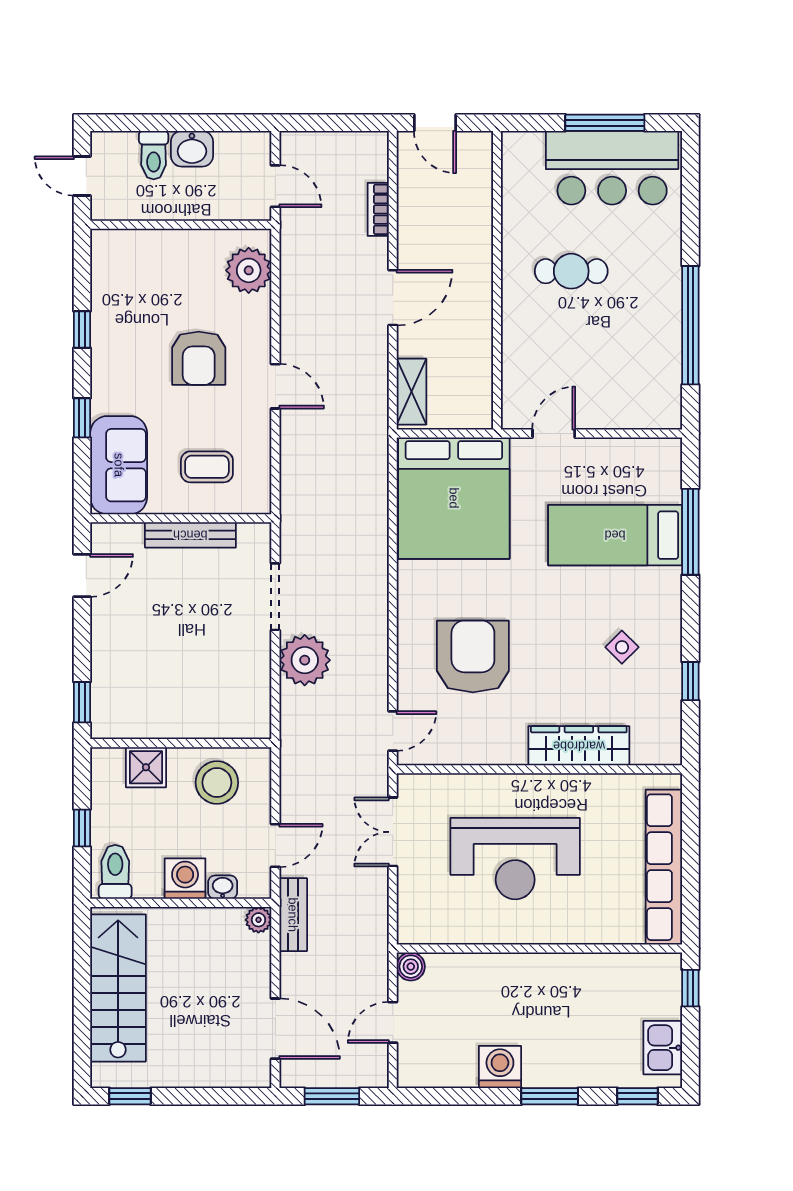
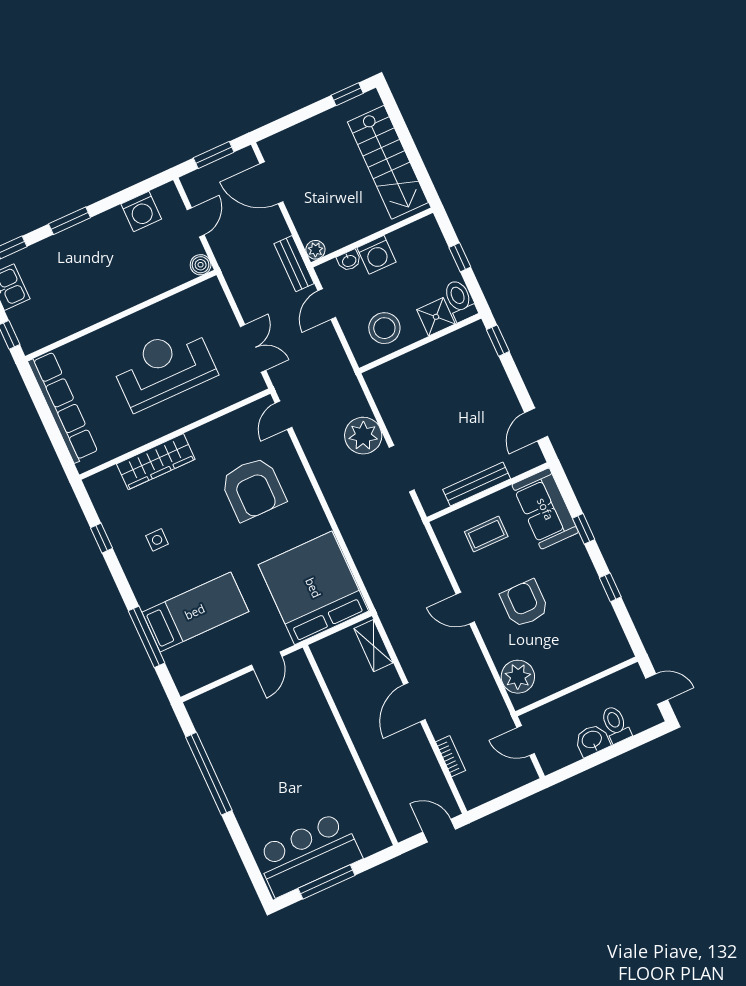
cafe table: (571, 271) -> (304, 773), removed
side table: (622, 647) -> (157, 540), turned 45
toilet: (115, 872) -> (460, 300), moved, turned 180
washing machine: (500, 1067) -> (141, 212), moved

